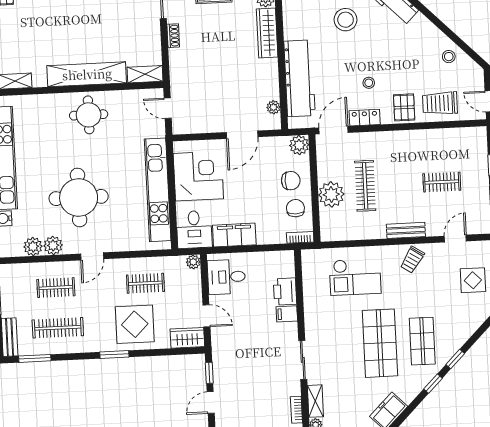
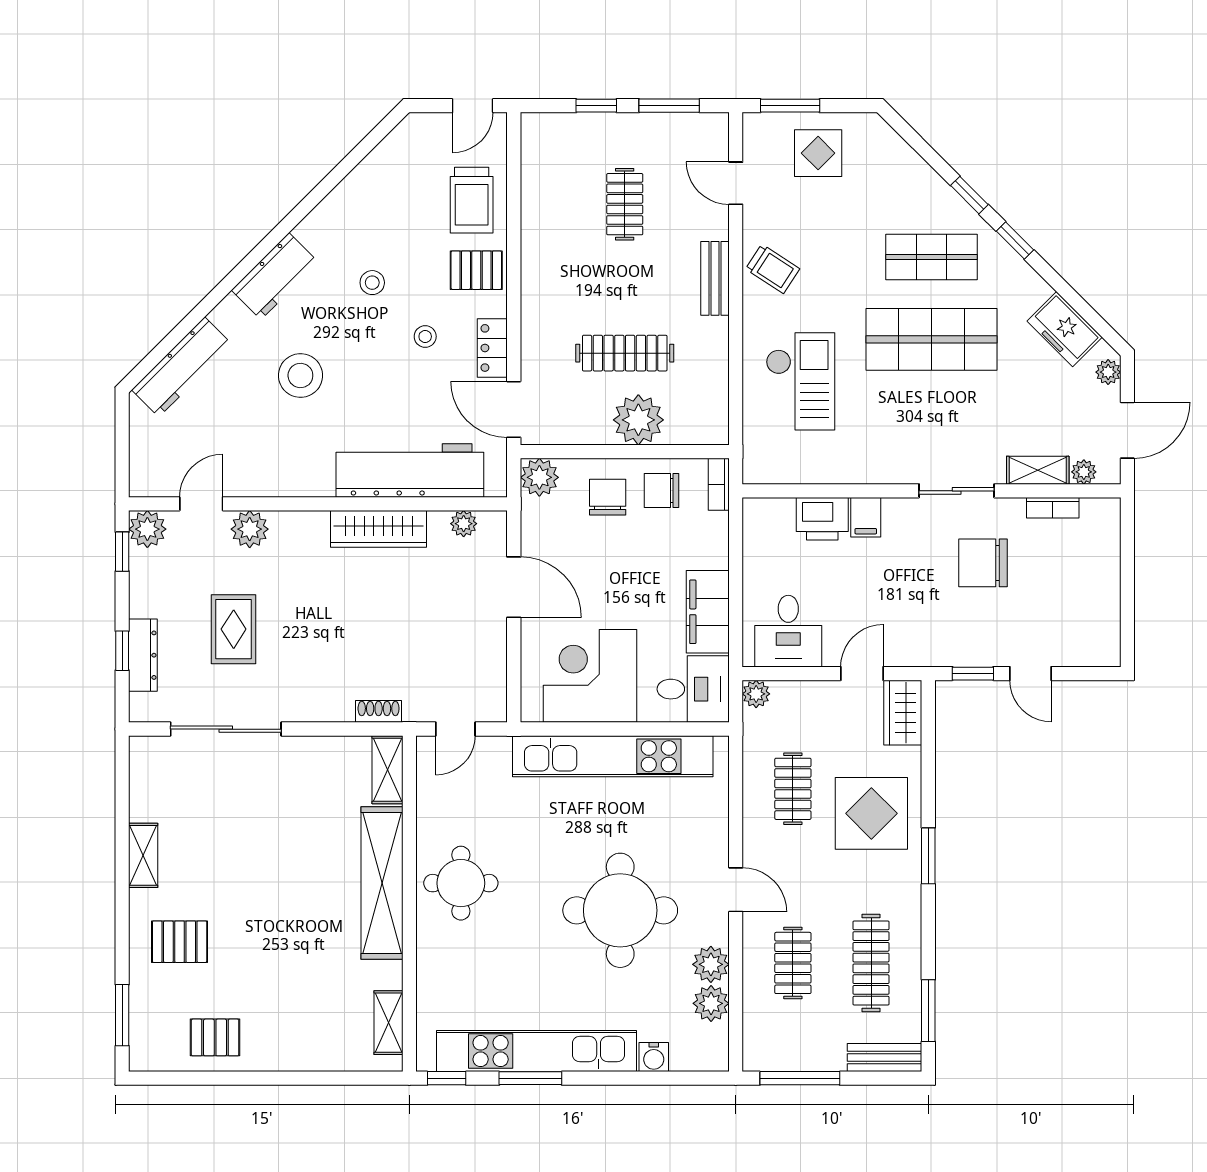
wardrobe: (267, 33) -> (379, 529), moved
shoe rack: (173, 36) -> (379, 711), moved
stool: (449, 57) -> (372, 283), moved
chair: (266, 375) -> (983, 563), added

